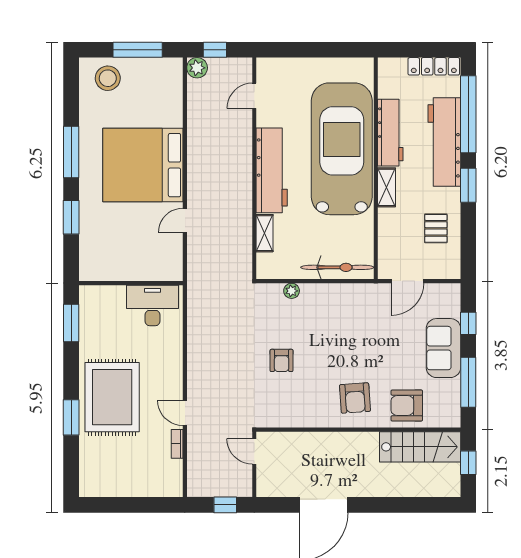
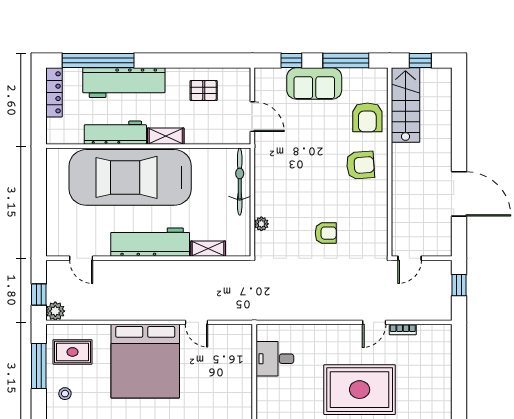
stool: (108, 78) -> (65, 394), width x0.53, depth x0.53
rug: (153, 86) -> (72, 352), added
window: (468, 185) -> (164, 61), removed
desk: (153, 305) -> (275, 359), width x0.73

